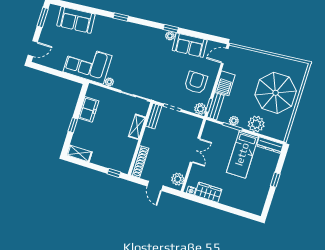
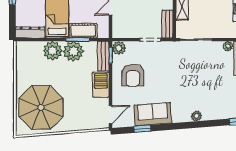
window: (171, 28) -> (142, 129), moved
plant: (170, 36) -> (196, 116), moved
parasol: (276, 93) -> (41, 107), moved
plant: (234, 121) -> (73, 51), width x1.87, depth x1.87
cot: (225, 133) -> (83, 31), added

